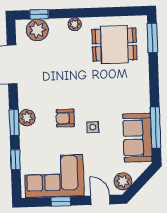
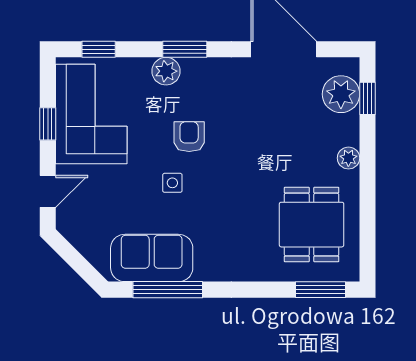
plant: (27, 118) -> (166, 71), moved
window: (15, 160) -> (99, 49), moved
plant: (123, 181) -> (78, 231), removed

